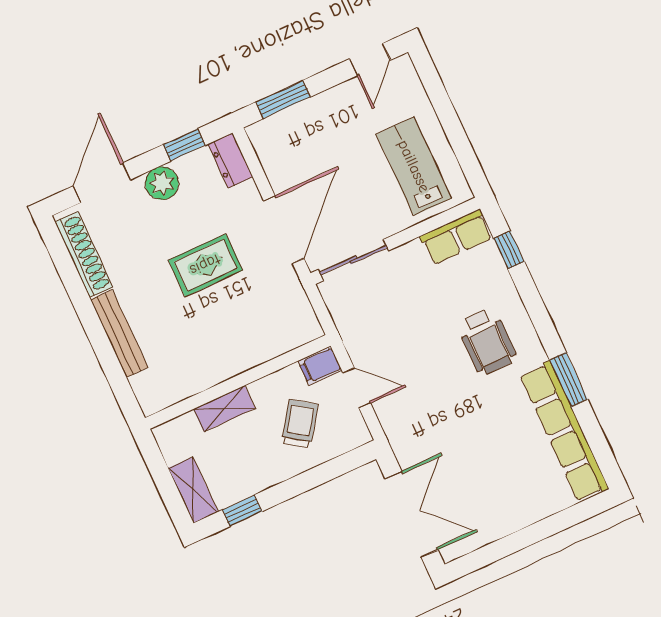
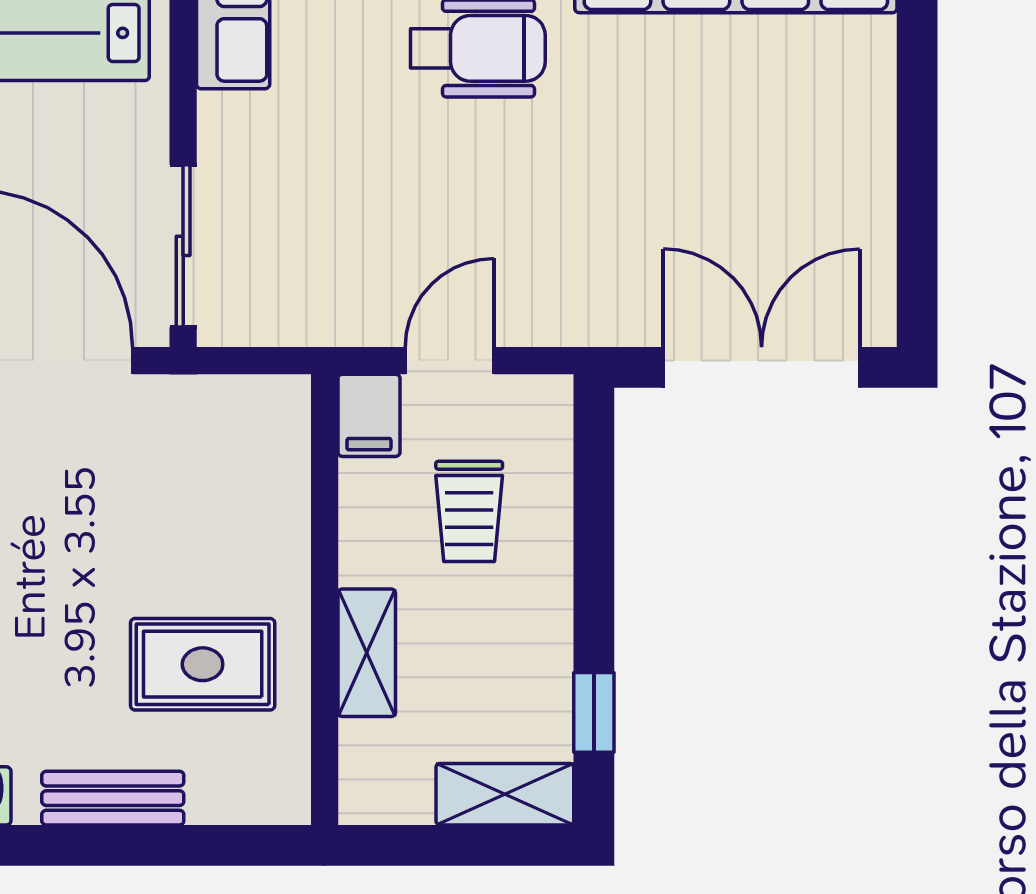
rug: (205, 265) -> (203, 664), moved, turned 90
bench: (119, 334) -> (113, 798), width x0.73
trolley: (300, 424) -> (469, 511), turned -125

